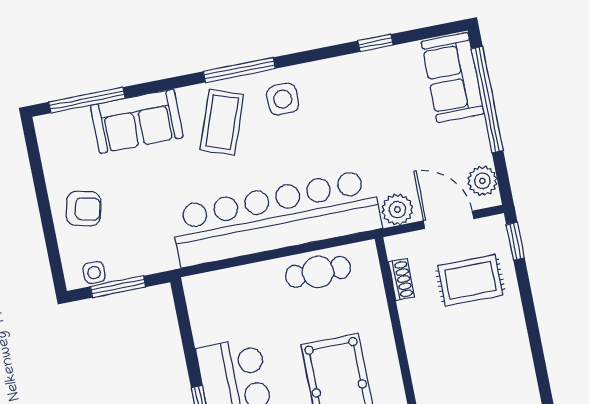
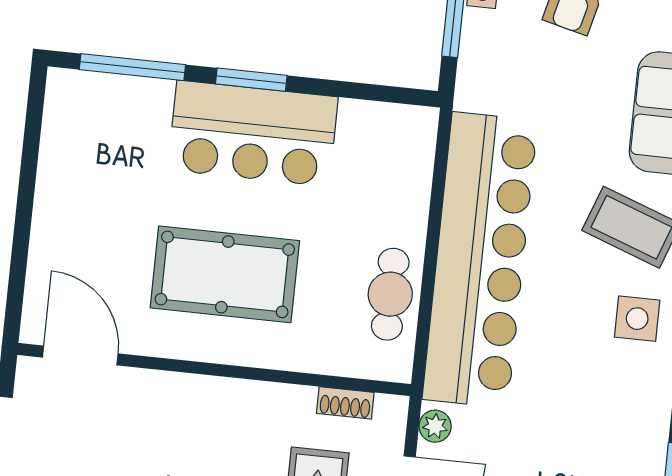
plant: (397, 210) -> (435, 426), width x0.73, depth x0.73

